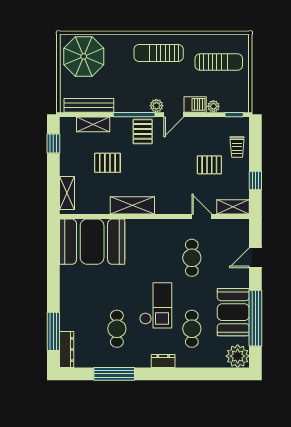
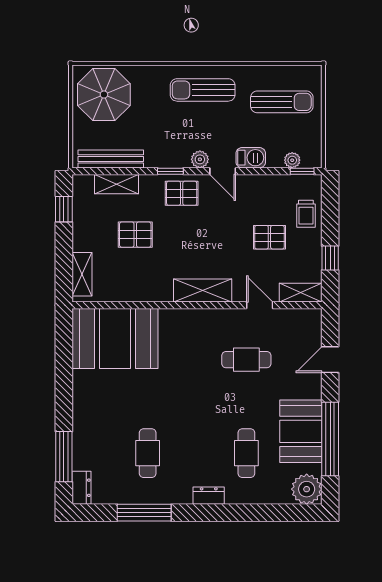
plant: (213, 106) -> (292, 160), moved
window: (134, 115) -> (170, 171), width x0.46
door: (174, 115) -> (223, 171), hinge flipped
pallet: (143, 131) -> (182, 193), turned 90
shelving: (132, 205) -> (203, 291), moved
cafe table: (192, 258) -> (246, 360), turned 90
checkout: (156, 305) -> (199, 422), removed
dresser: (67, 350) -> (82, 488), width x0.70

